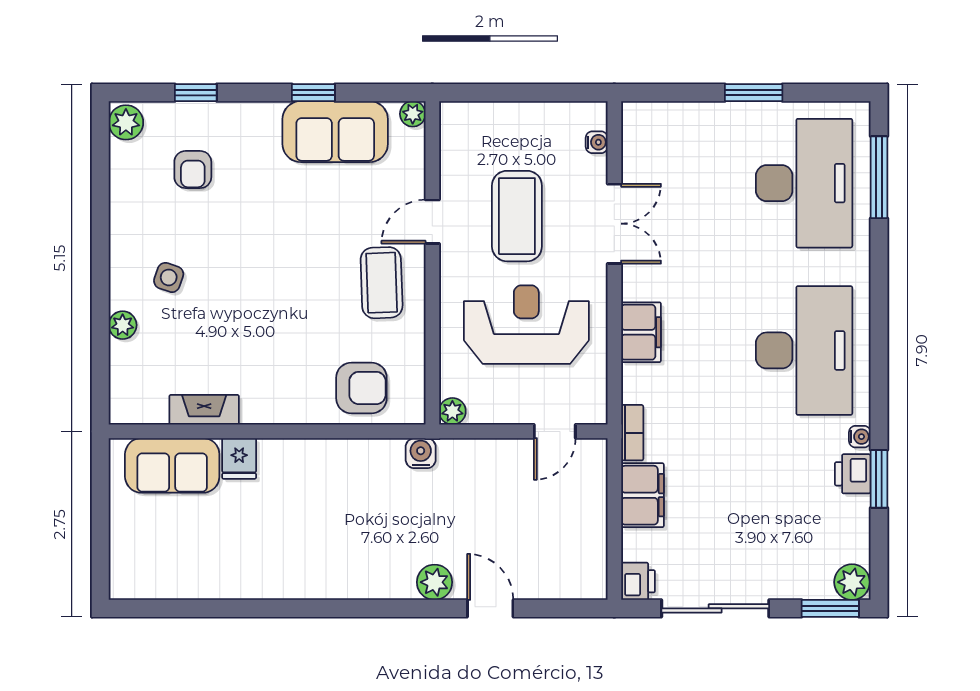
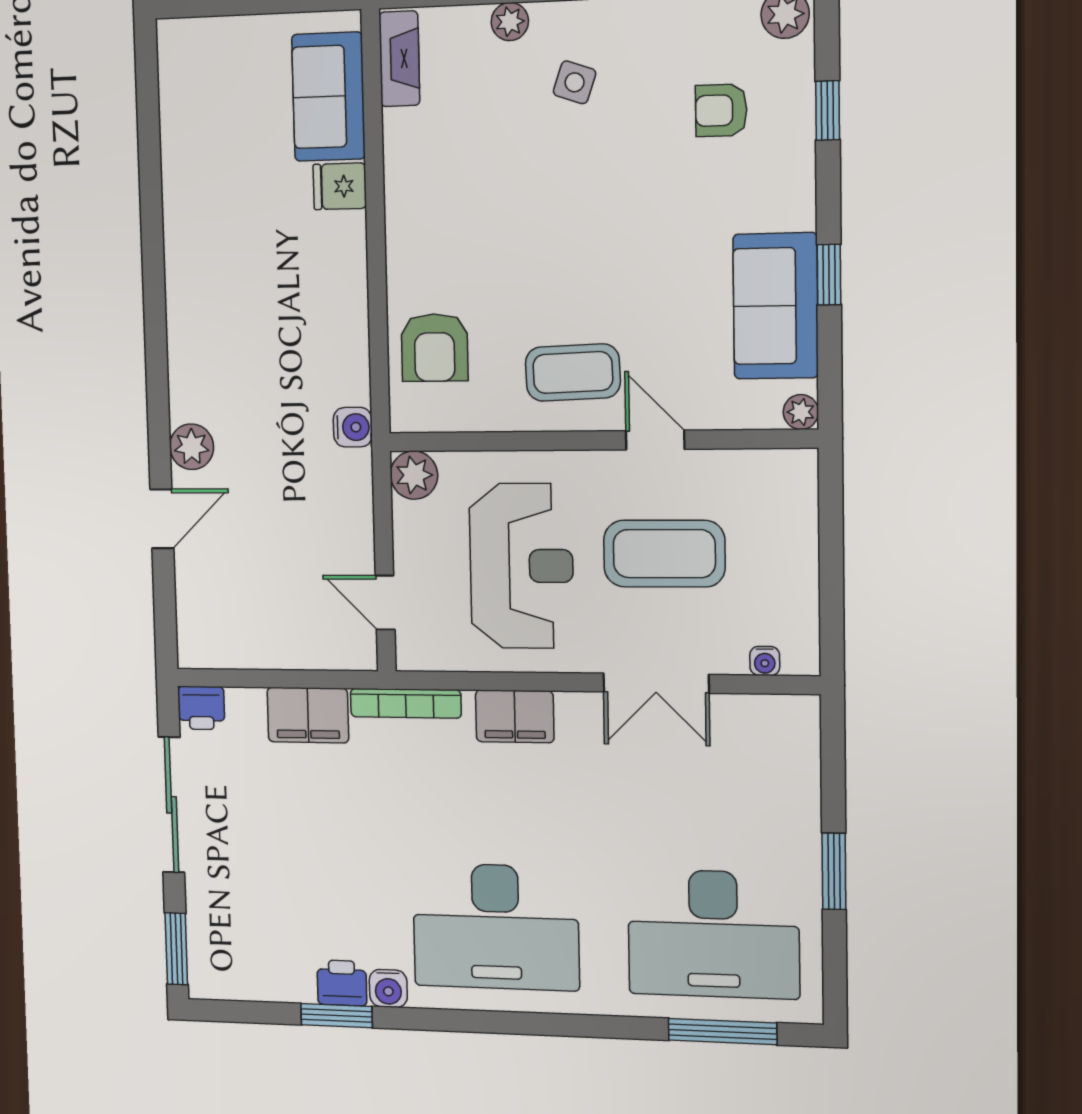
fireplace: (204, 410) -> (399, 59), moved
plant: (452, 411) -> (414, 475), width x1.38, depth x1.38
bookcase: (632, 433) -> (406, 703), width x1.56
water cooler: (860, 437) -> (388, 988), width x1.38, depth x1.38
plant: (852, 582) -> (209, 977), removed

